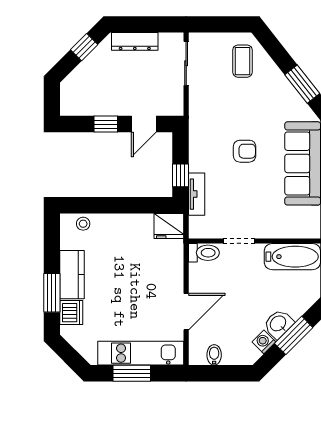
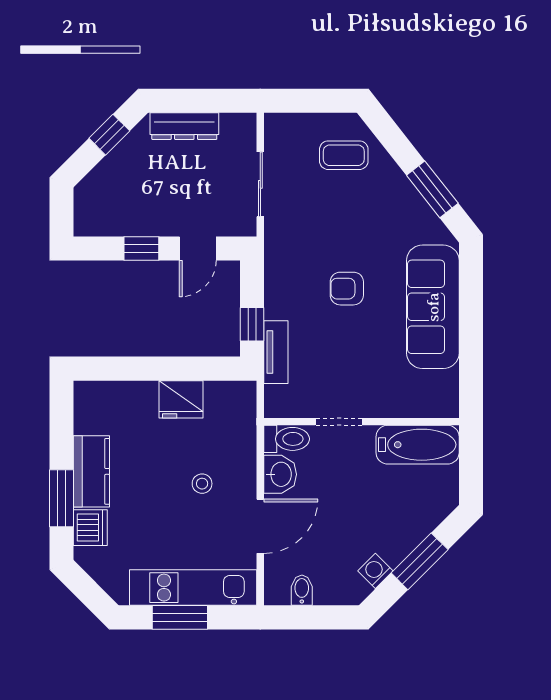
coffee table: (243, 61) -> (344, 155), turned 90
sliding door: (186, 63) -> (260, 184), moved
armchair: (245, 151) -> (347, 289), turned 180
stool: (83, 224) -> (202, 484), moved
fridge: (169, 226) -> (181, 399), moved
washbasin: (278, 324) -> (280, 474), moved, turned 135

